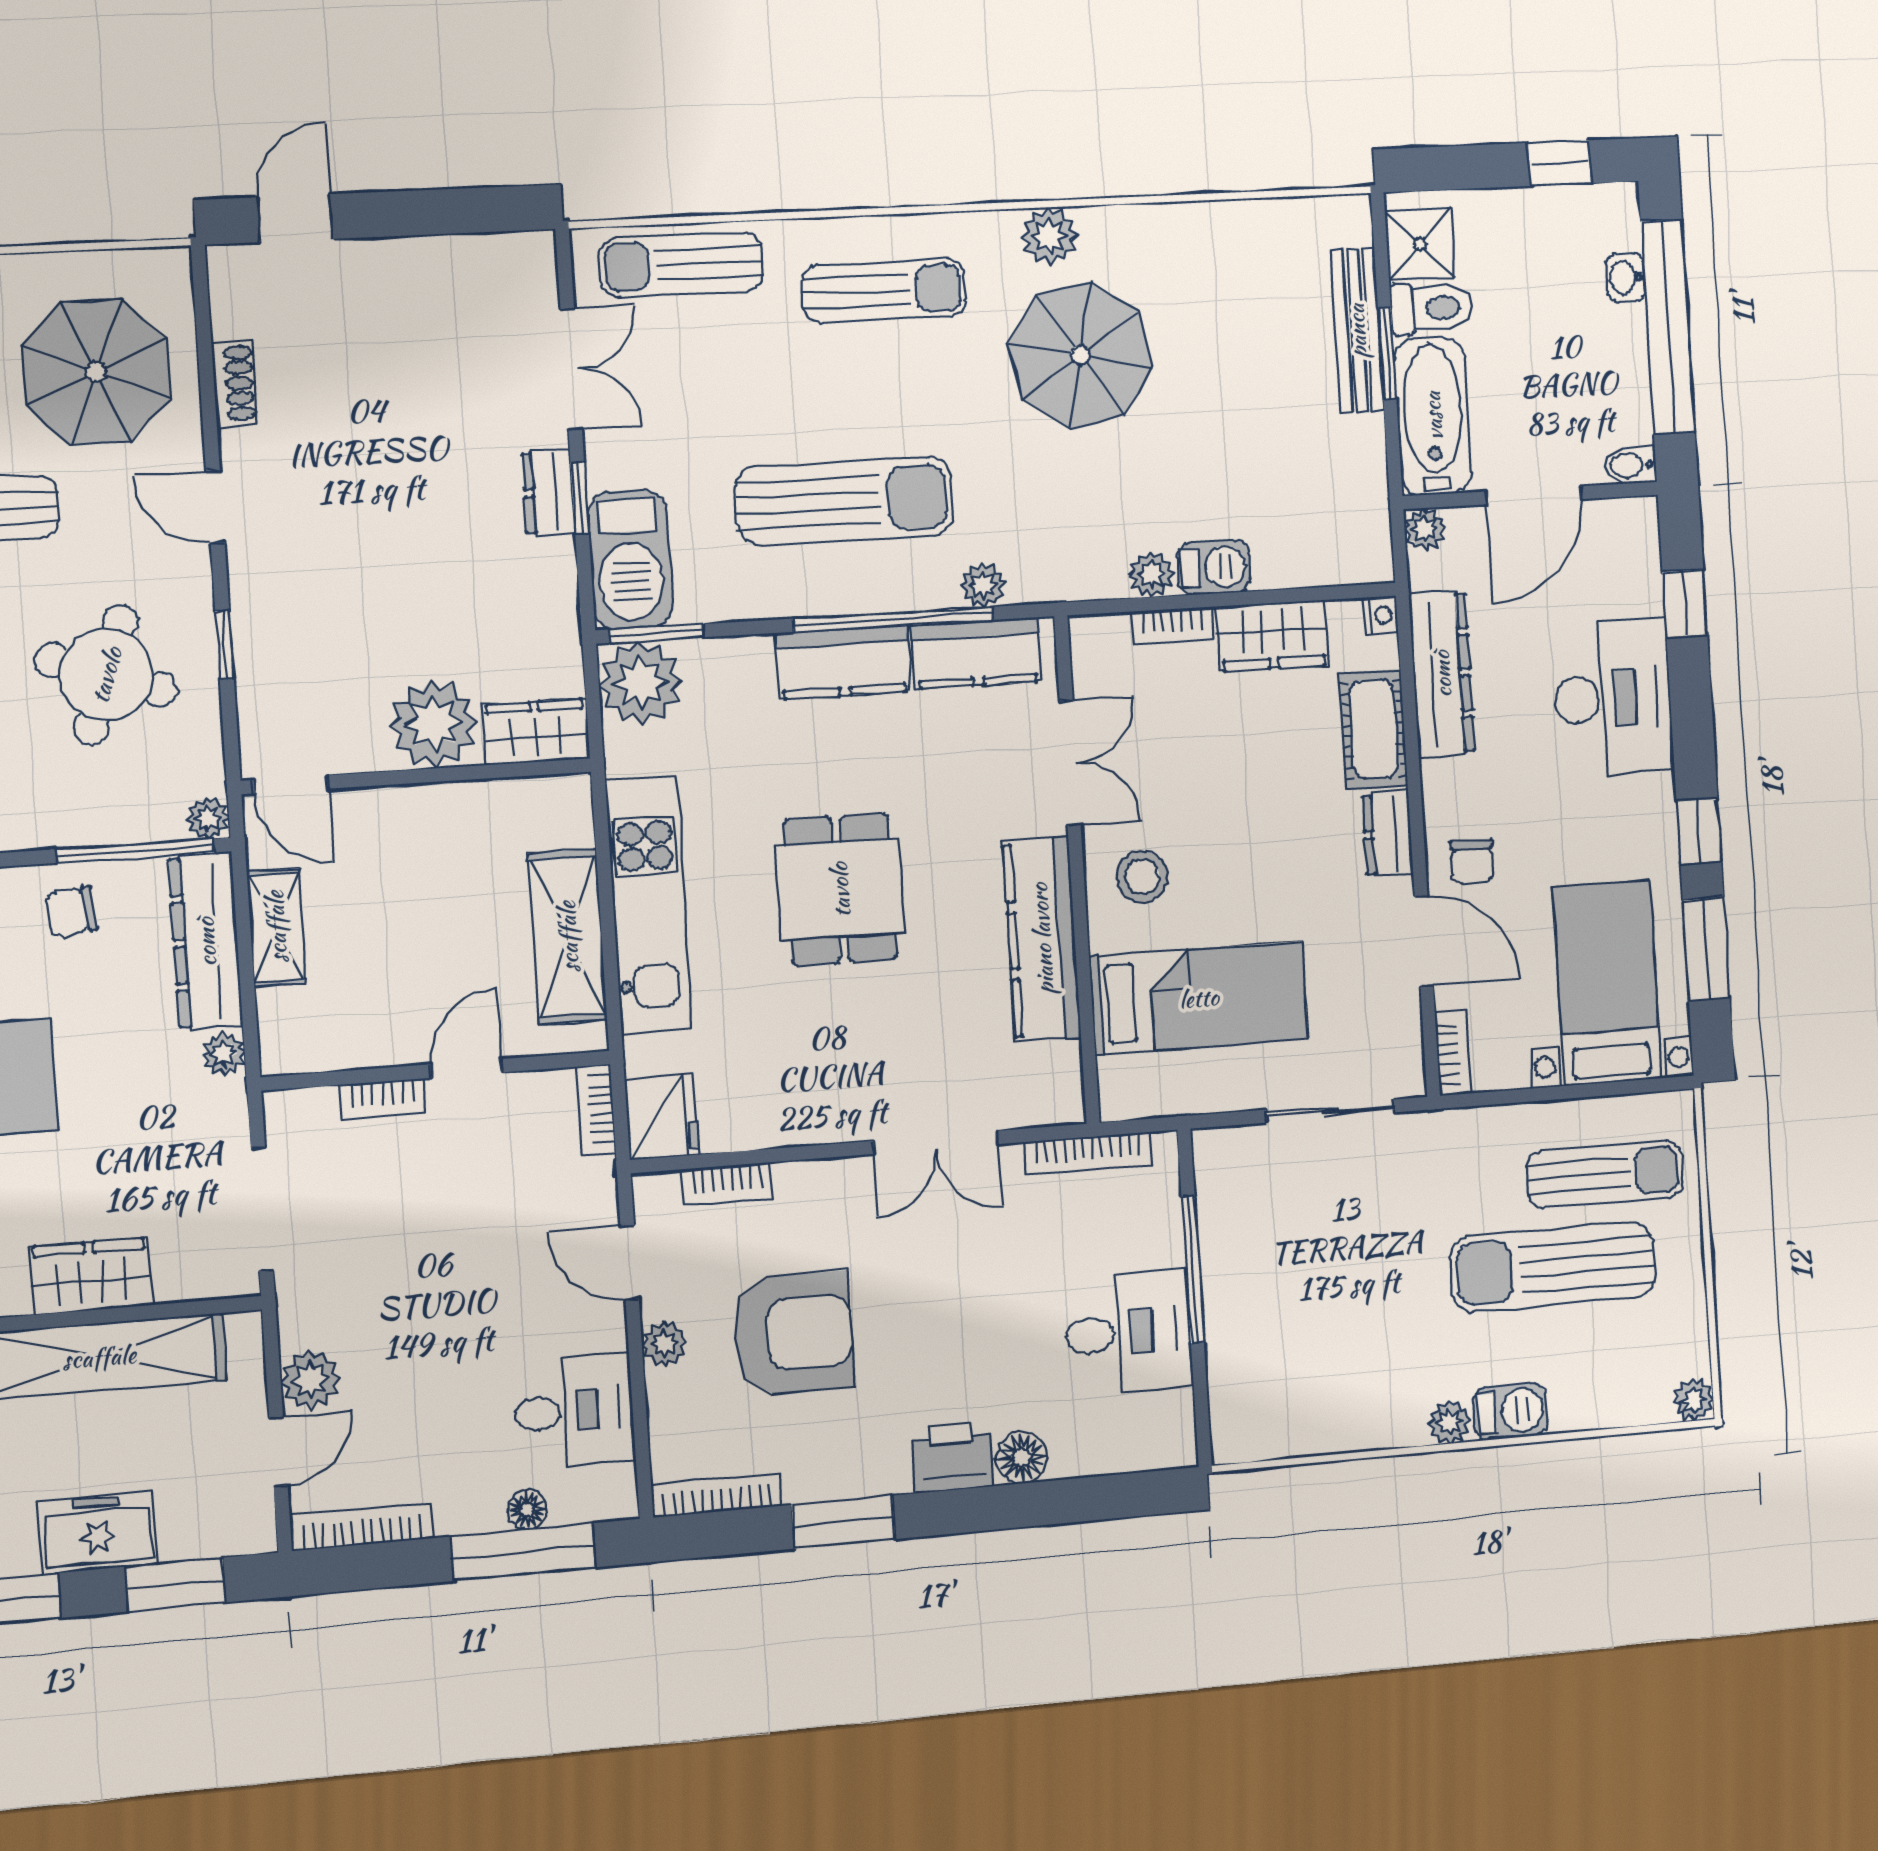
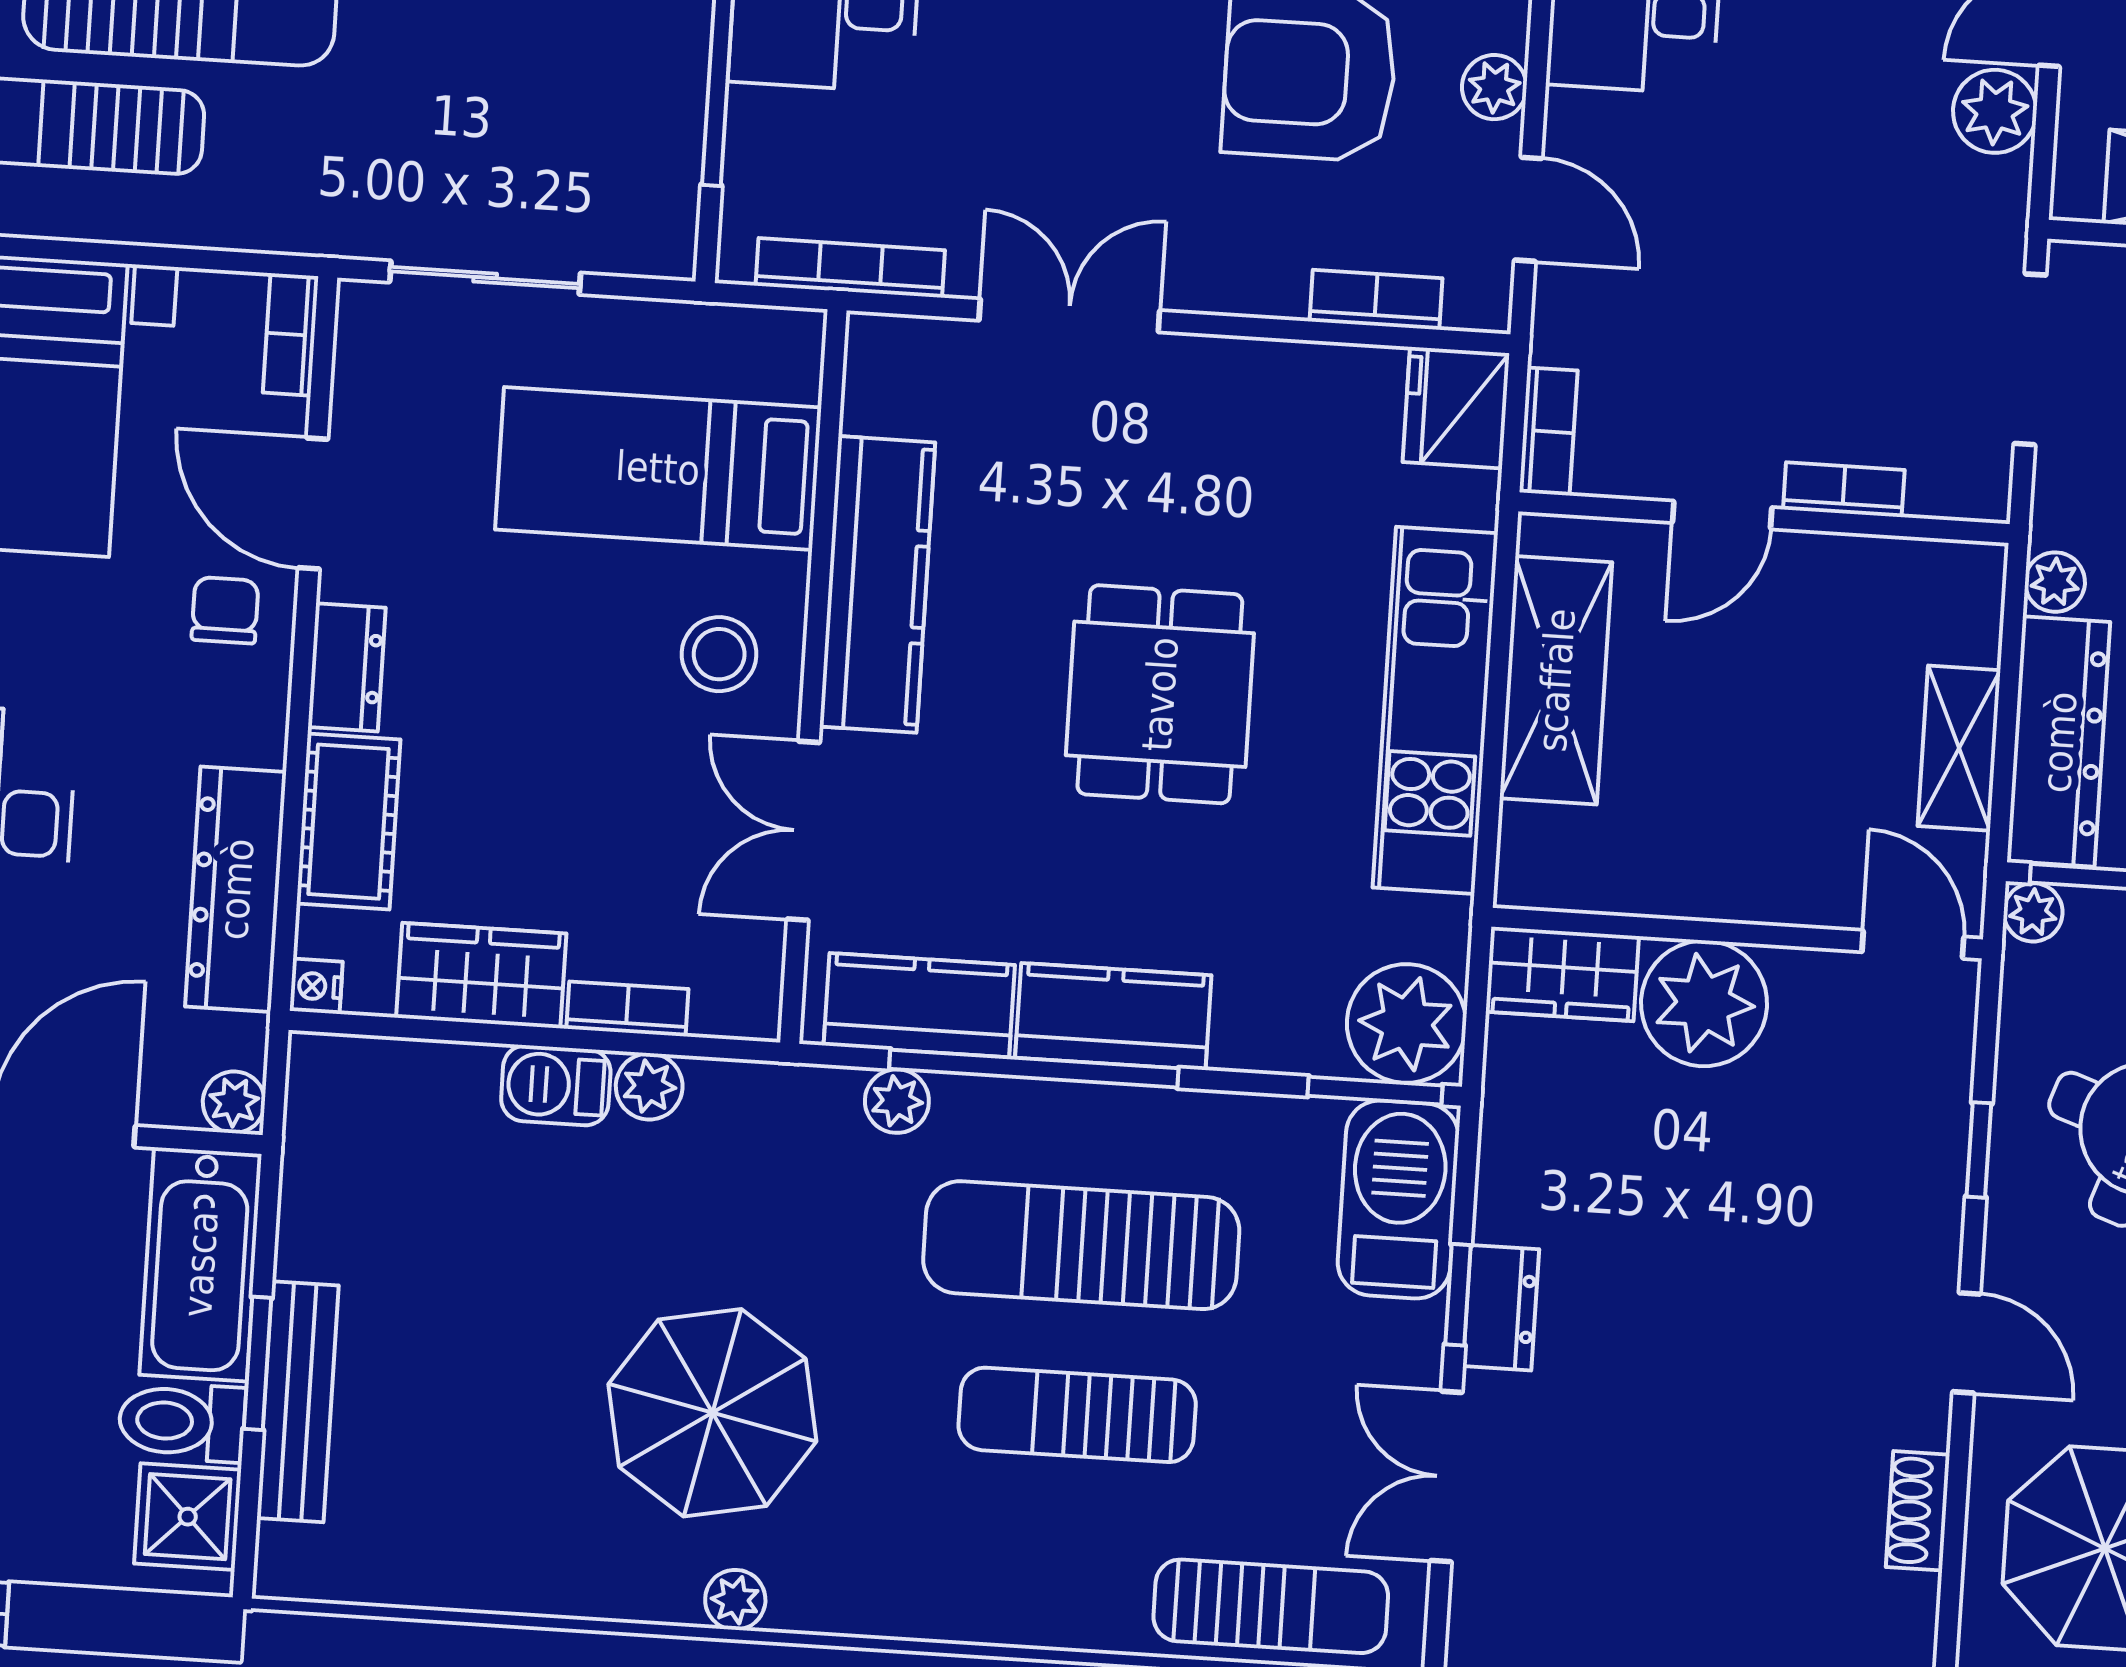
plant: (1049, 236) -> (735, 1600), width x0.73, depth x0.73
sun lounger: (884, 291) -> (1077, 1415), moved

